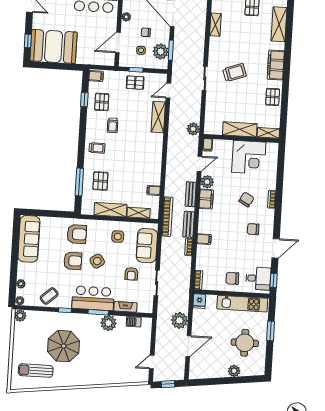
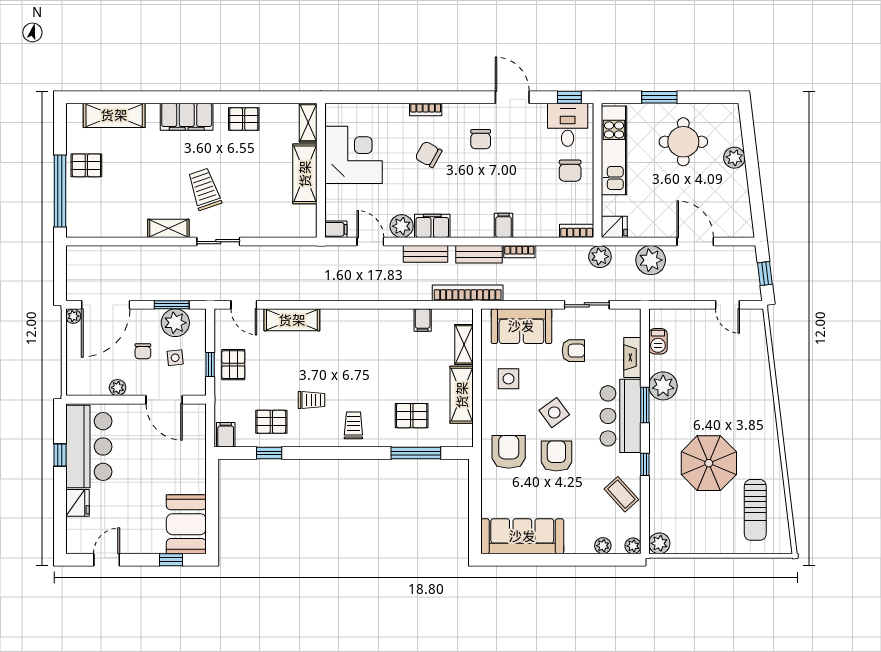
shelving: (215, 25) -> (168, 228), moved
booth: (53, 46) -> (186, 524), width x0.73, depth x0.70
plant: (193, 129) -> (600, 257), moved

